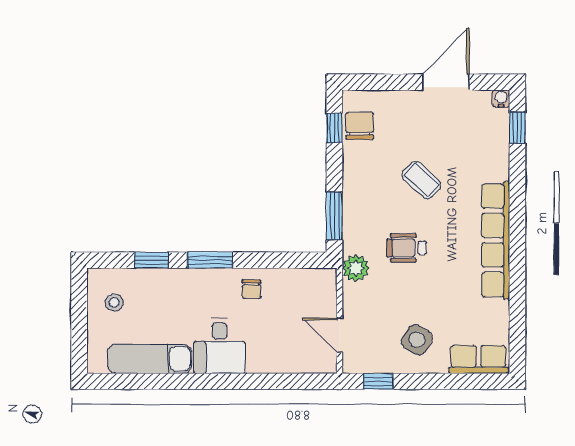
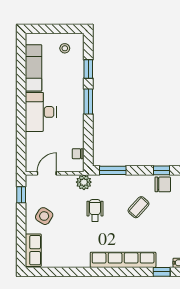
coffee table: (422, 180) -> (139, 207), moved
row of seats: (496, 240) -> (123, 260), moved
chair: (252, 289) -> (78, 154), moved
desk: (219, 346) -> (41, 112), width x1.37

